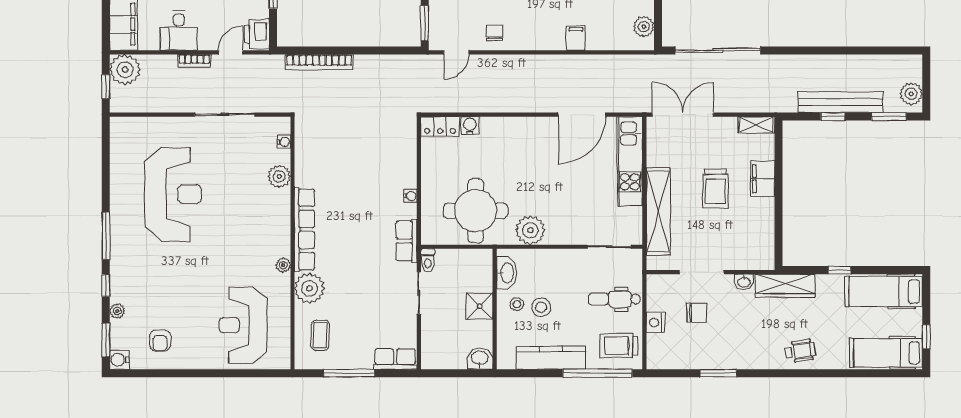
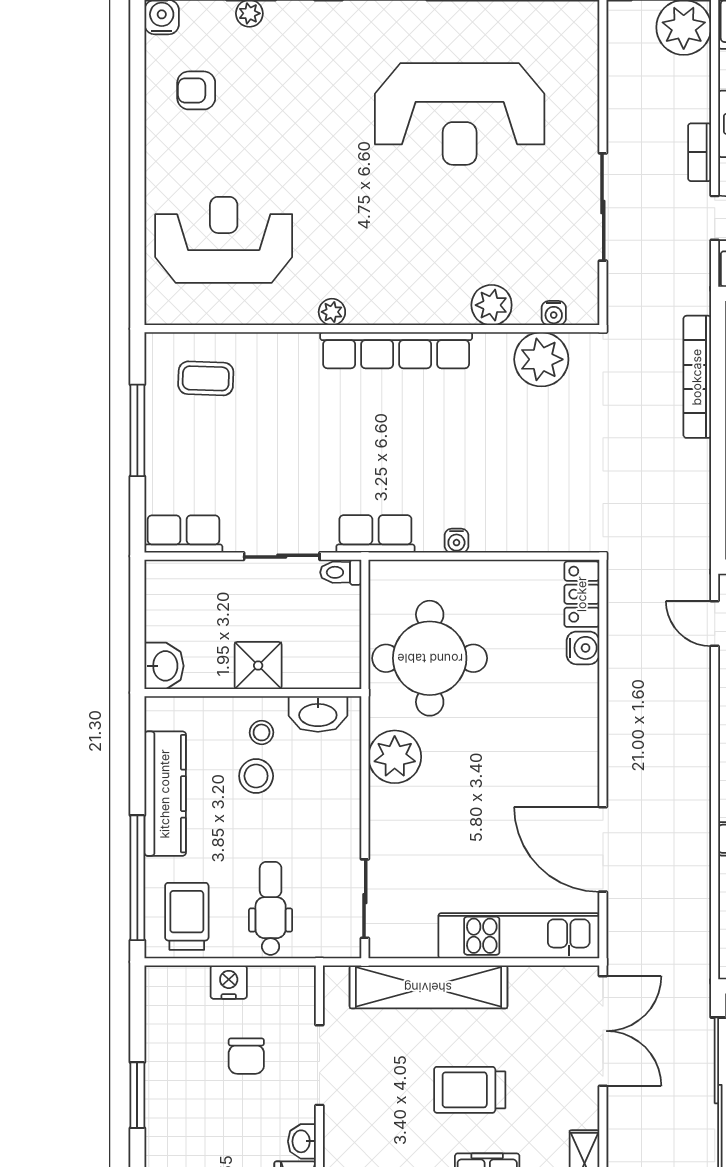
plant: (309, 288) -> (541, 359), moved
row of seats: (395, 359) -> (183, 534), moved, turned -90

